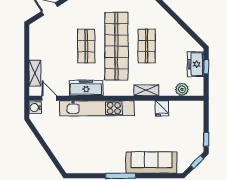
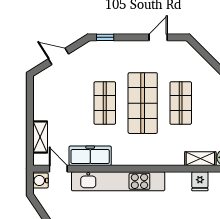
shop shelf: (116, 46) -> (143, 103), width x0.71
freezer: (86, 88) -> (90, 156), moved
shelving: (146, 90) -> (200, 159), moved

